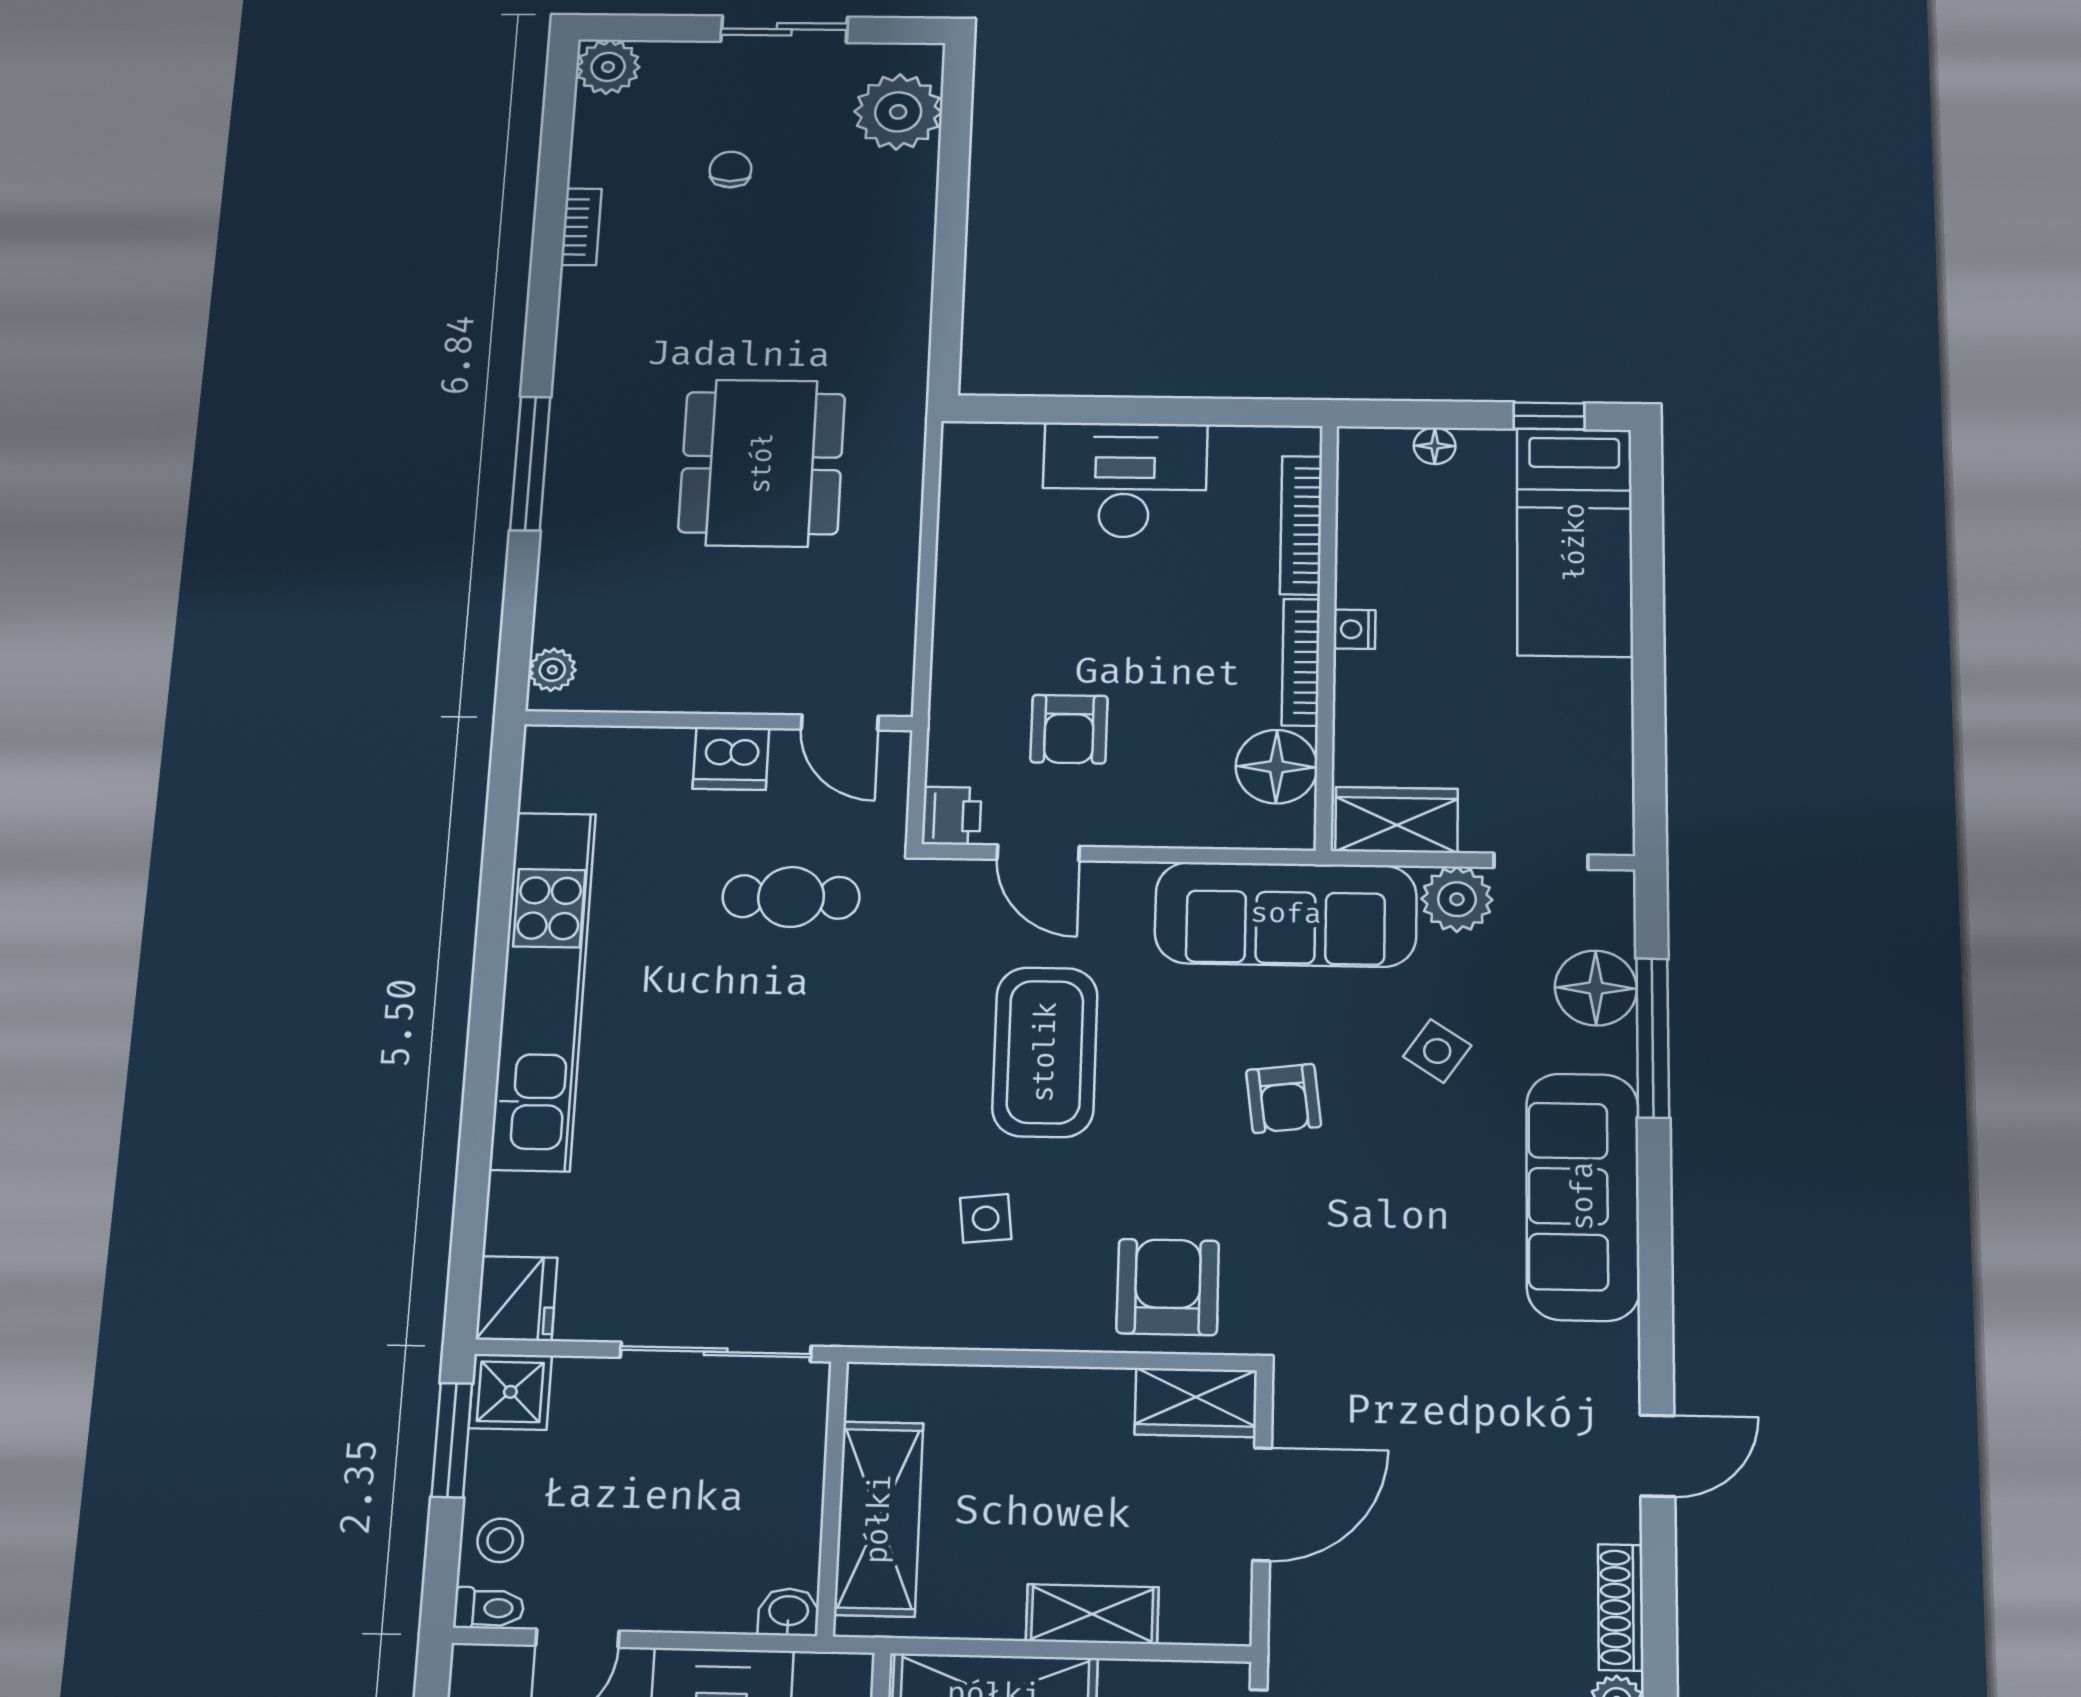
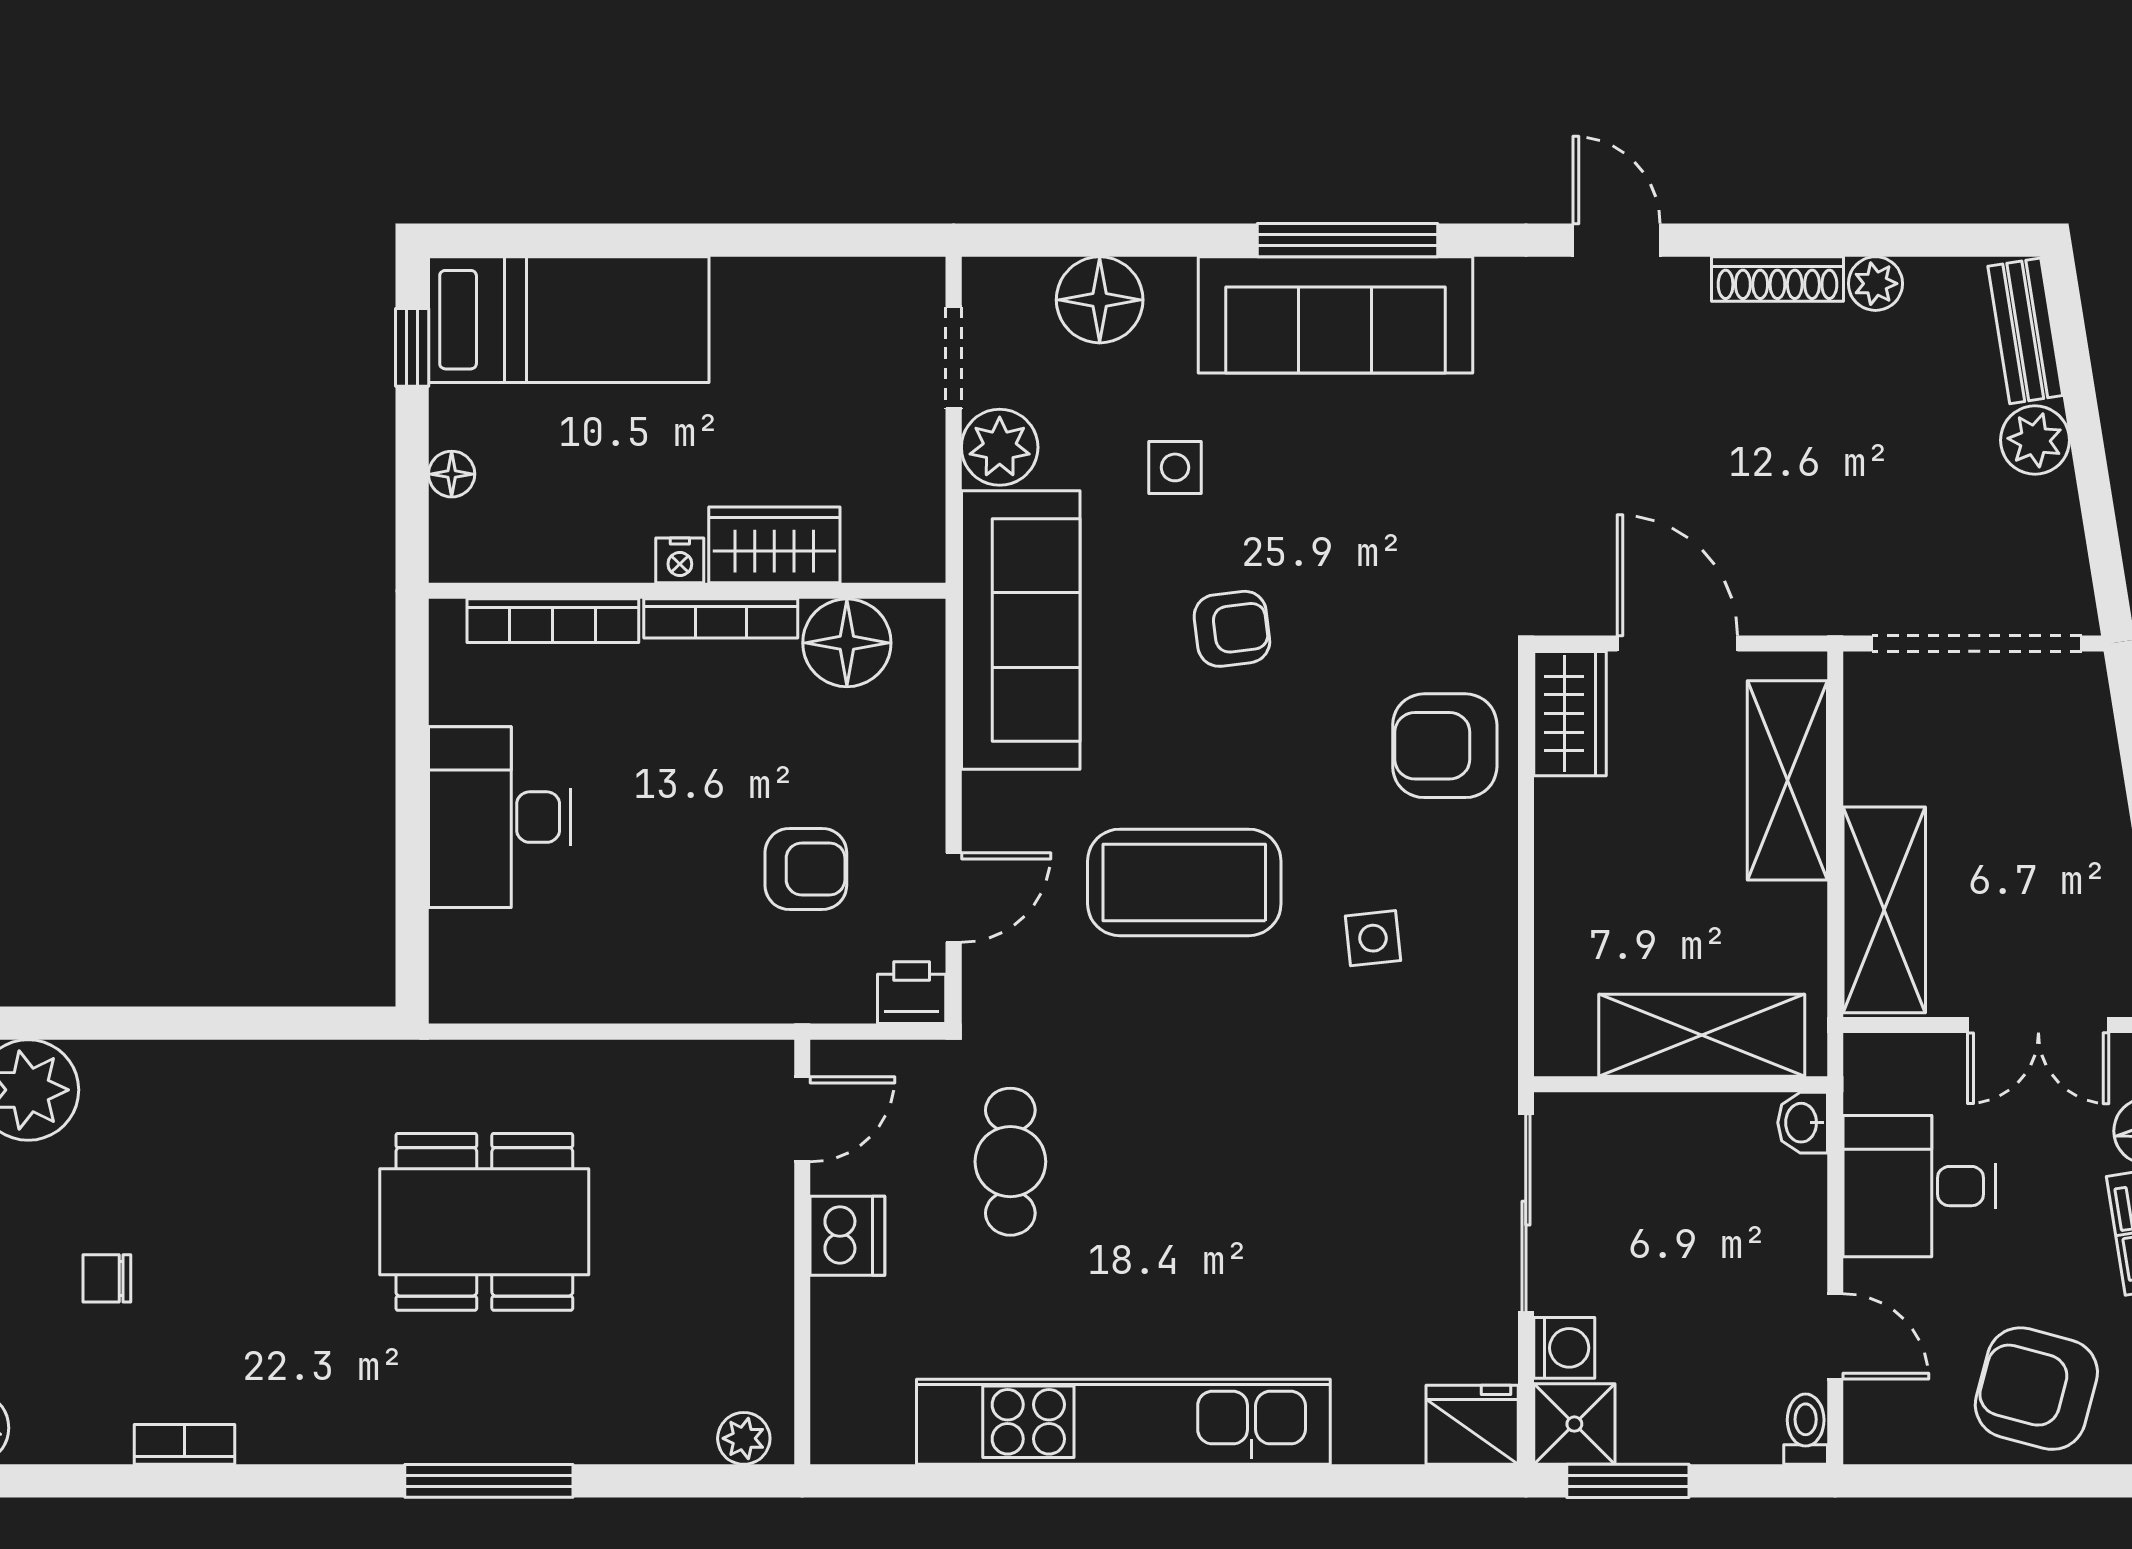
wardrobe: (1397, 820) -> (774, 545), moved, turned 90
window: (1653, 1038) -> (1348, 240), moved
side table: (1437, 1051) -> (1175, 467), turned -34
washing machine: (584, 1384) -> (1564, 1348), added
stool: (500, 1540) -> (1734, 1423), removed
shelving: (1092, 1614) -> (1787, 780), width x1.50, depth x1.33

